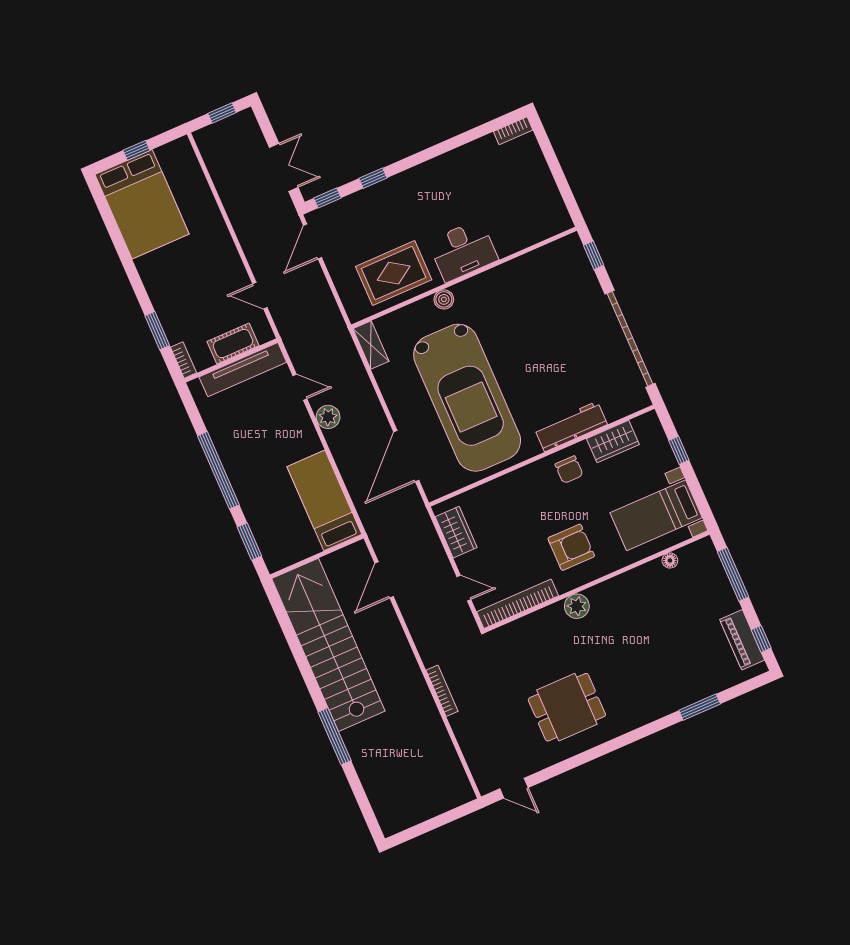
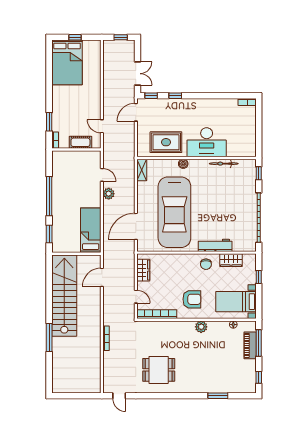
desk: (463, 250) -> (207, 142), width x1.36, depth x1.30
bicycle: (520, 266) -> (224, 164), added
tv unit: (243, 370) -> (80, 156), removed
plant: (577, 606) -> (201, 327), moved
piano: (742, 640) -> (250, 345), moved

